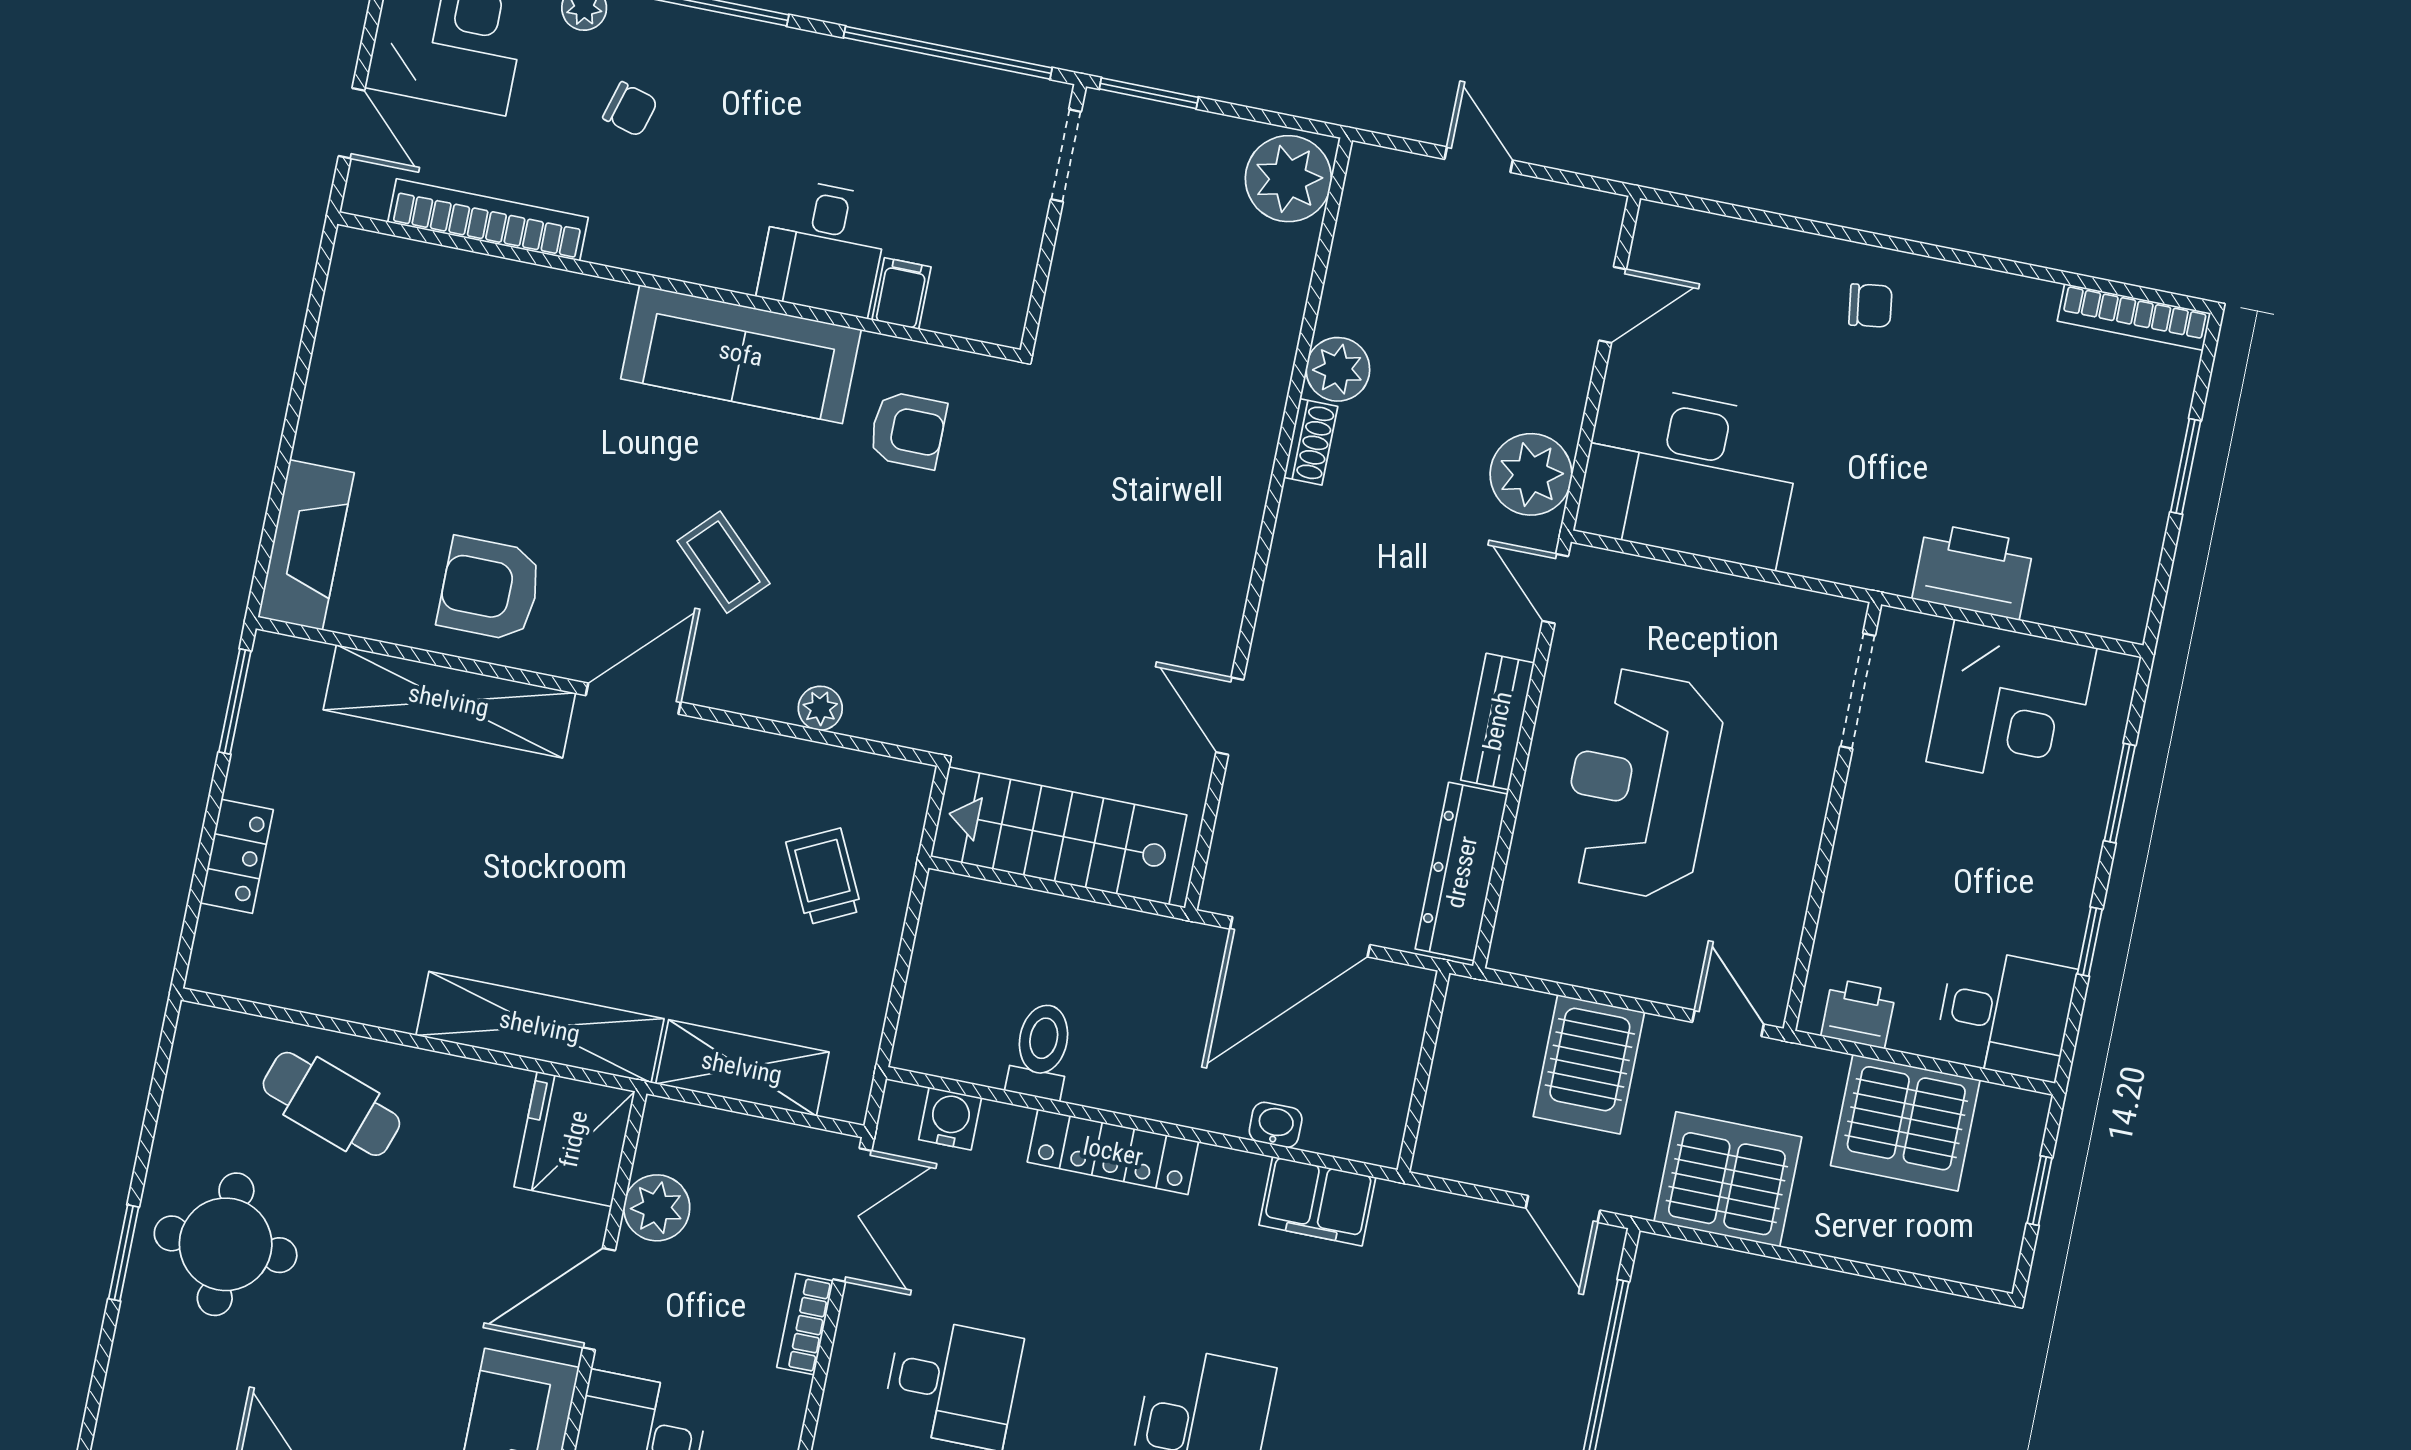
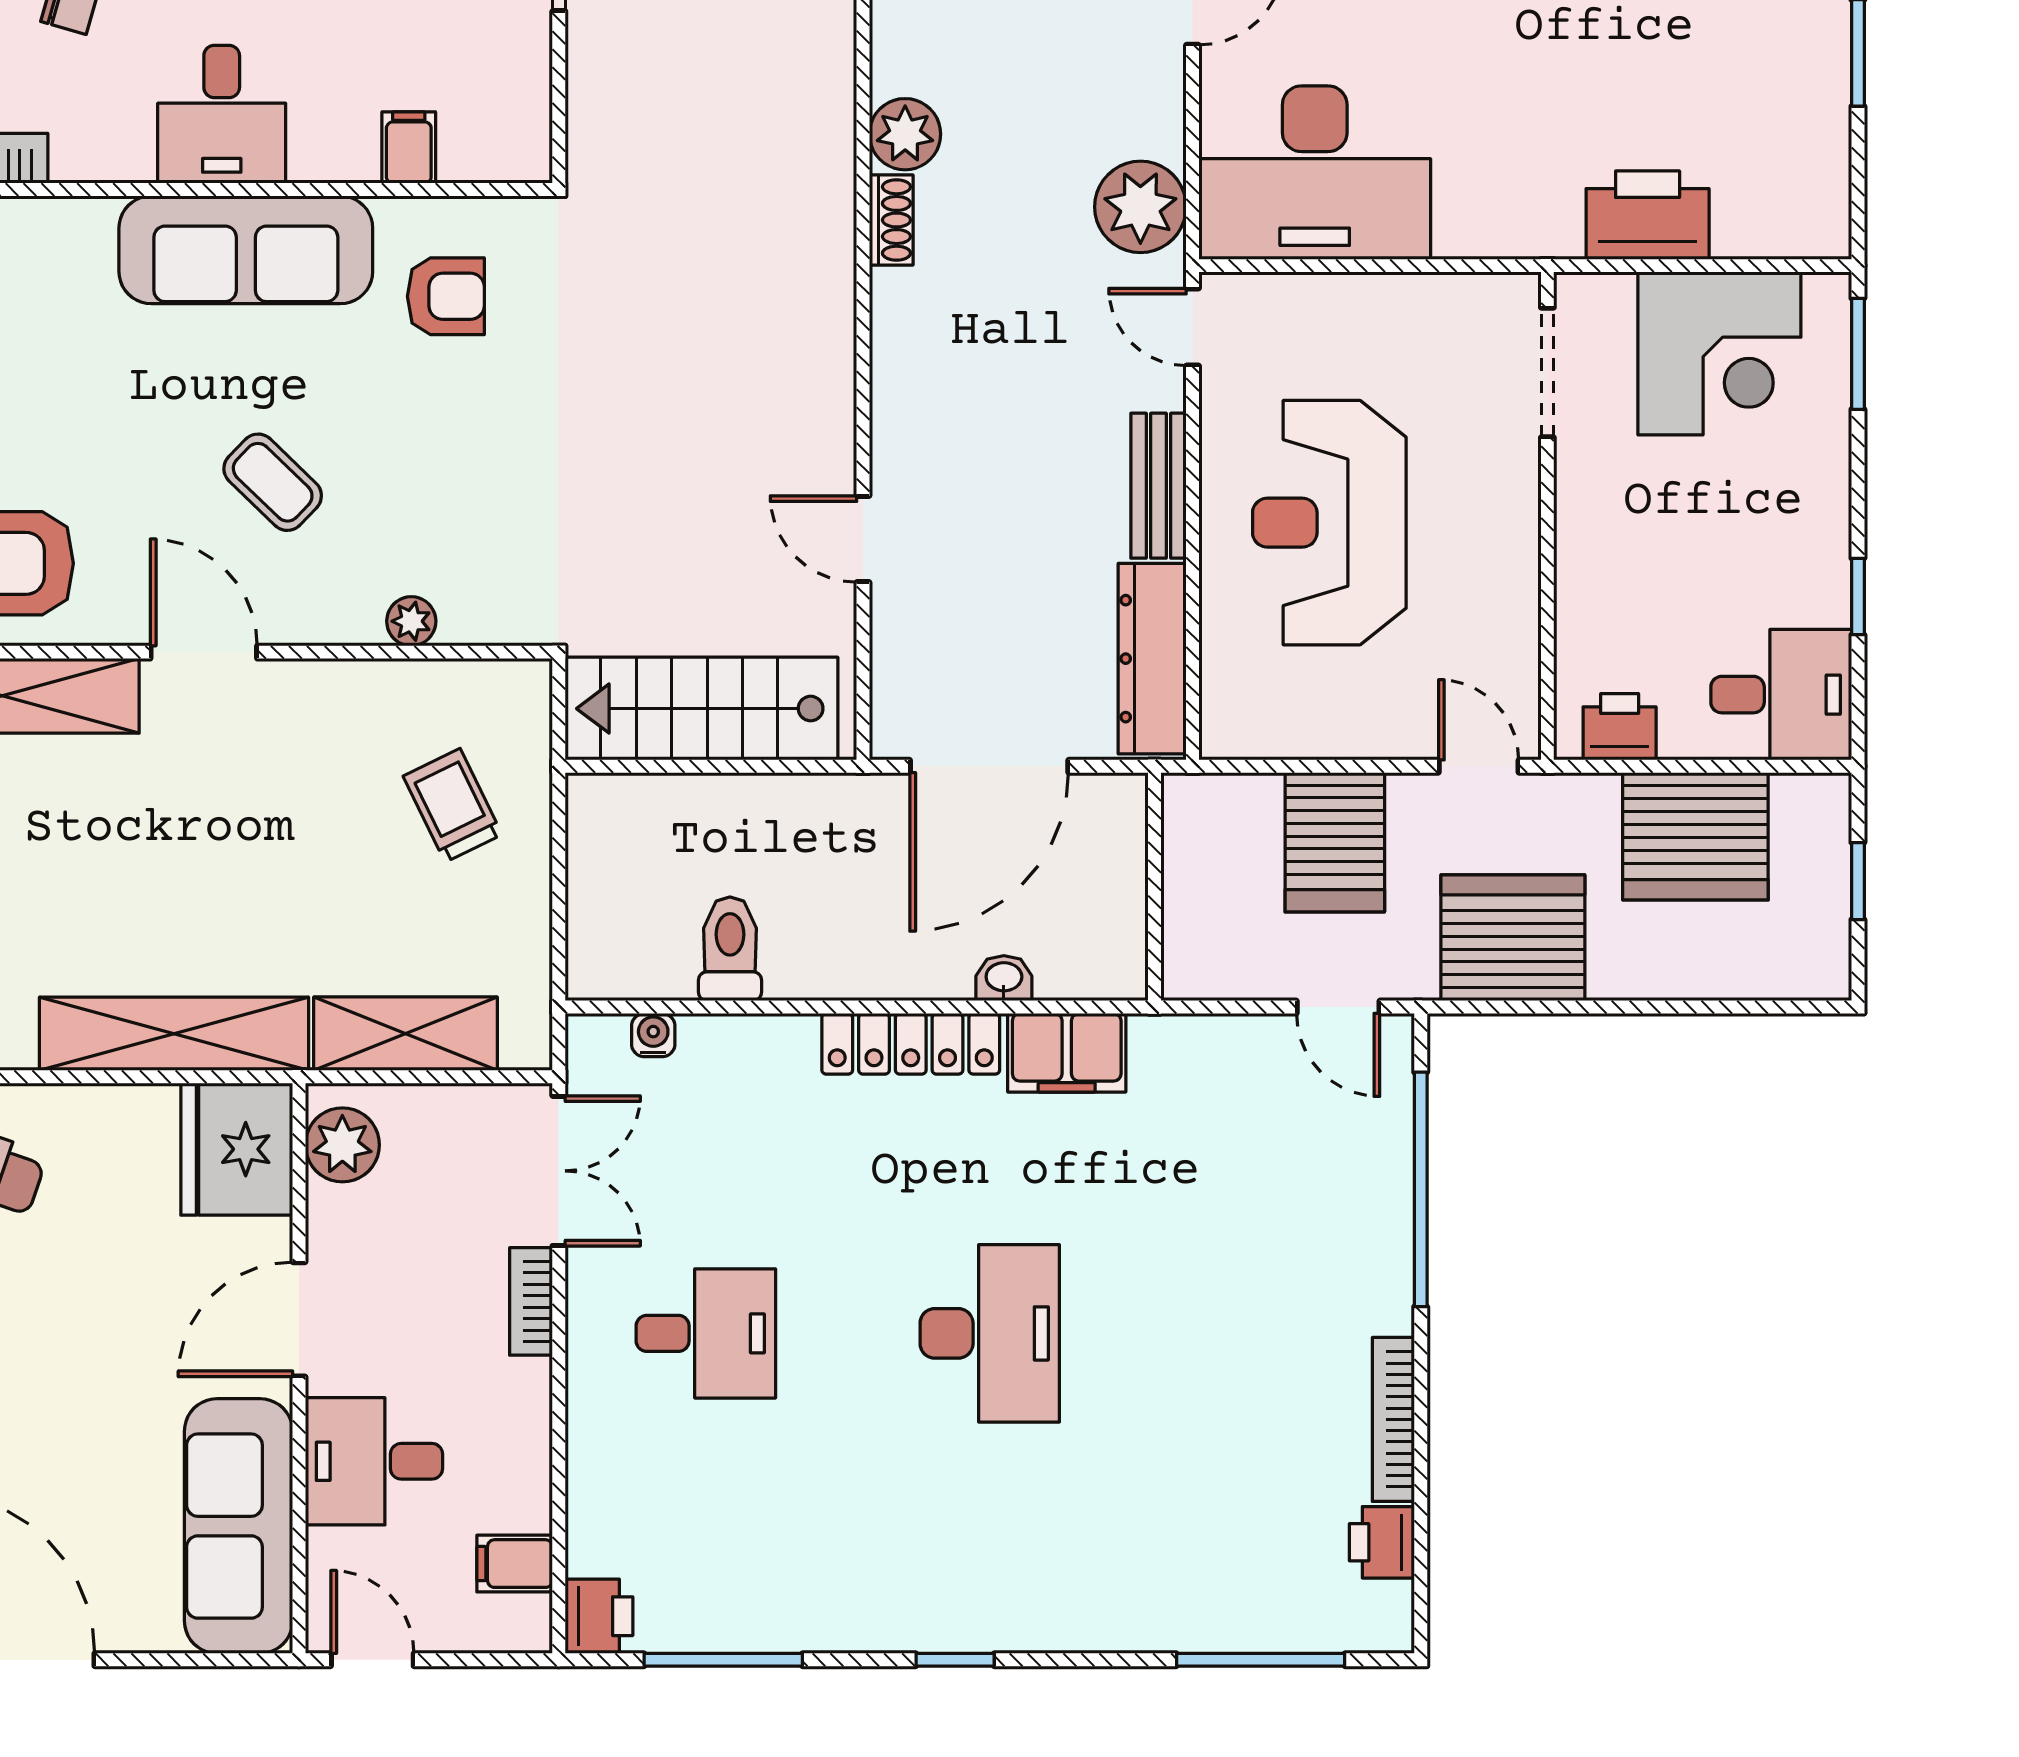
desk: (824, 247) -> (222, 114), moved
door: (633, 699) -> (204, 652), hinge flipped
window: (2120, 793) -> (1858, 354), moved
water cooler: (950, 1119) -> (653, 1035), width x0.72, depth x0.72
locker: (1113, 1152) -> (911, 1044), moved
plant: (657, 1208) -> (342, 1145), moved

